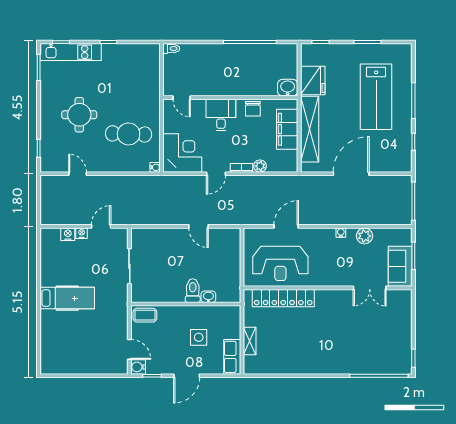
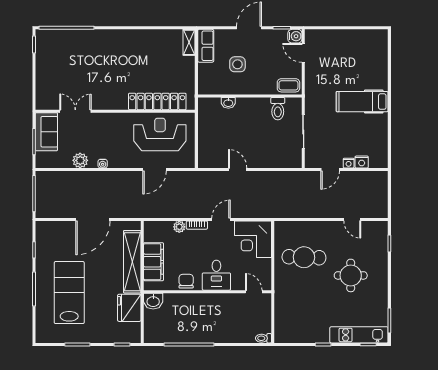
water cooler: (155, 167) -> (279, 226), removed
toilet: (193, 291) -> (278, 109), moved
shelving: (250, 341) -> (189, 42), moved

